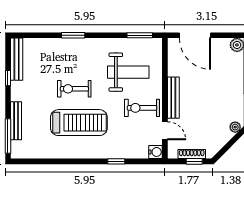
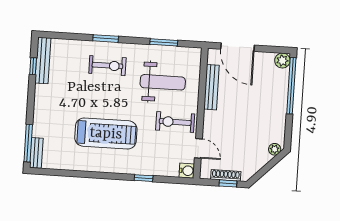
window: (140, 35) -> (164, 42), moved
window: (8, 78) -> (33, 66), moved
exercise bike: (74, 89) -> (107, 66), moved, turned 180
bench: (173, 98) -> (212, 87), moved
bench: (16, 121) -> (36, 153), moved, width x0.73

